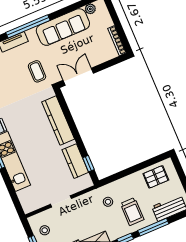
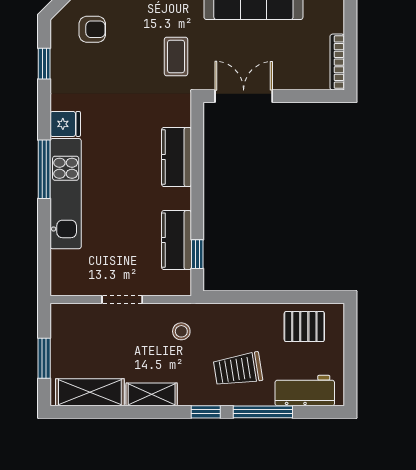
kitchen counter: (58, 120) -> (176, 157), width x0.67
stool: (108, 202) -> (181, 331), moved
trolley: (132, 212) -> (238, 369), turned 81
stool: (45, 230) -> (72, 337), removed

